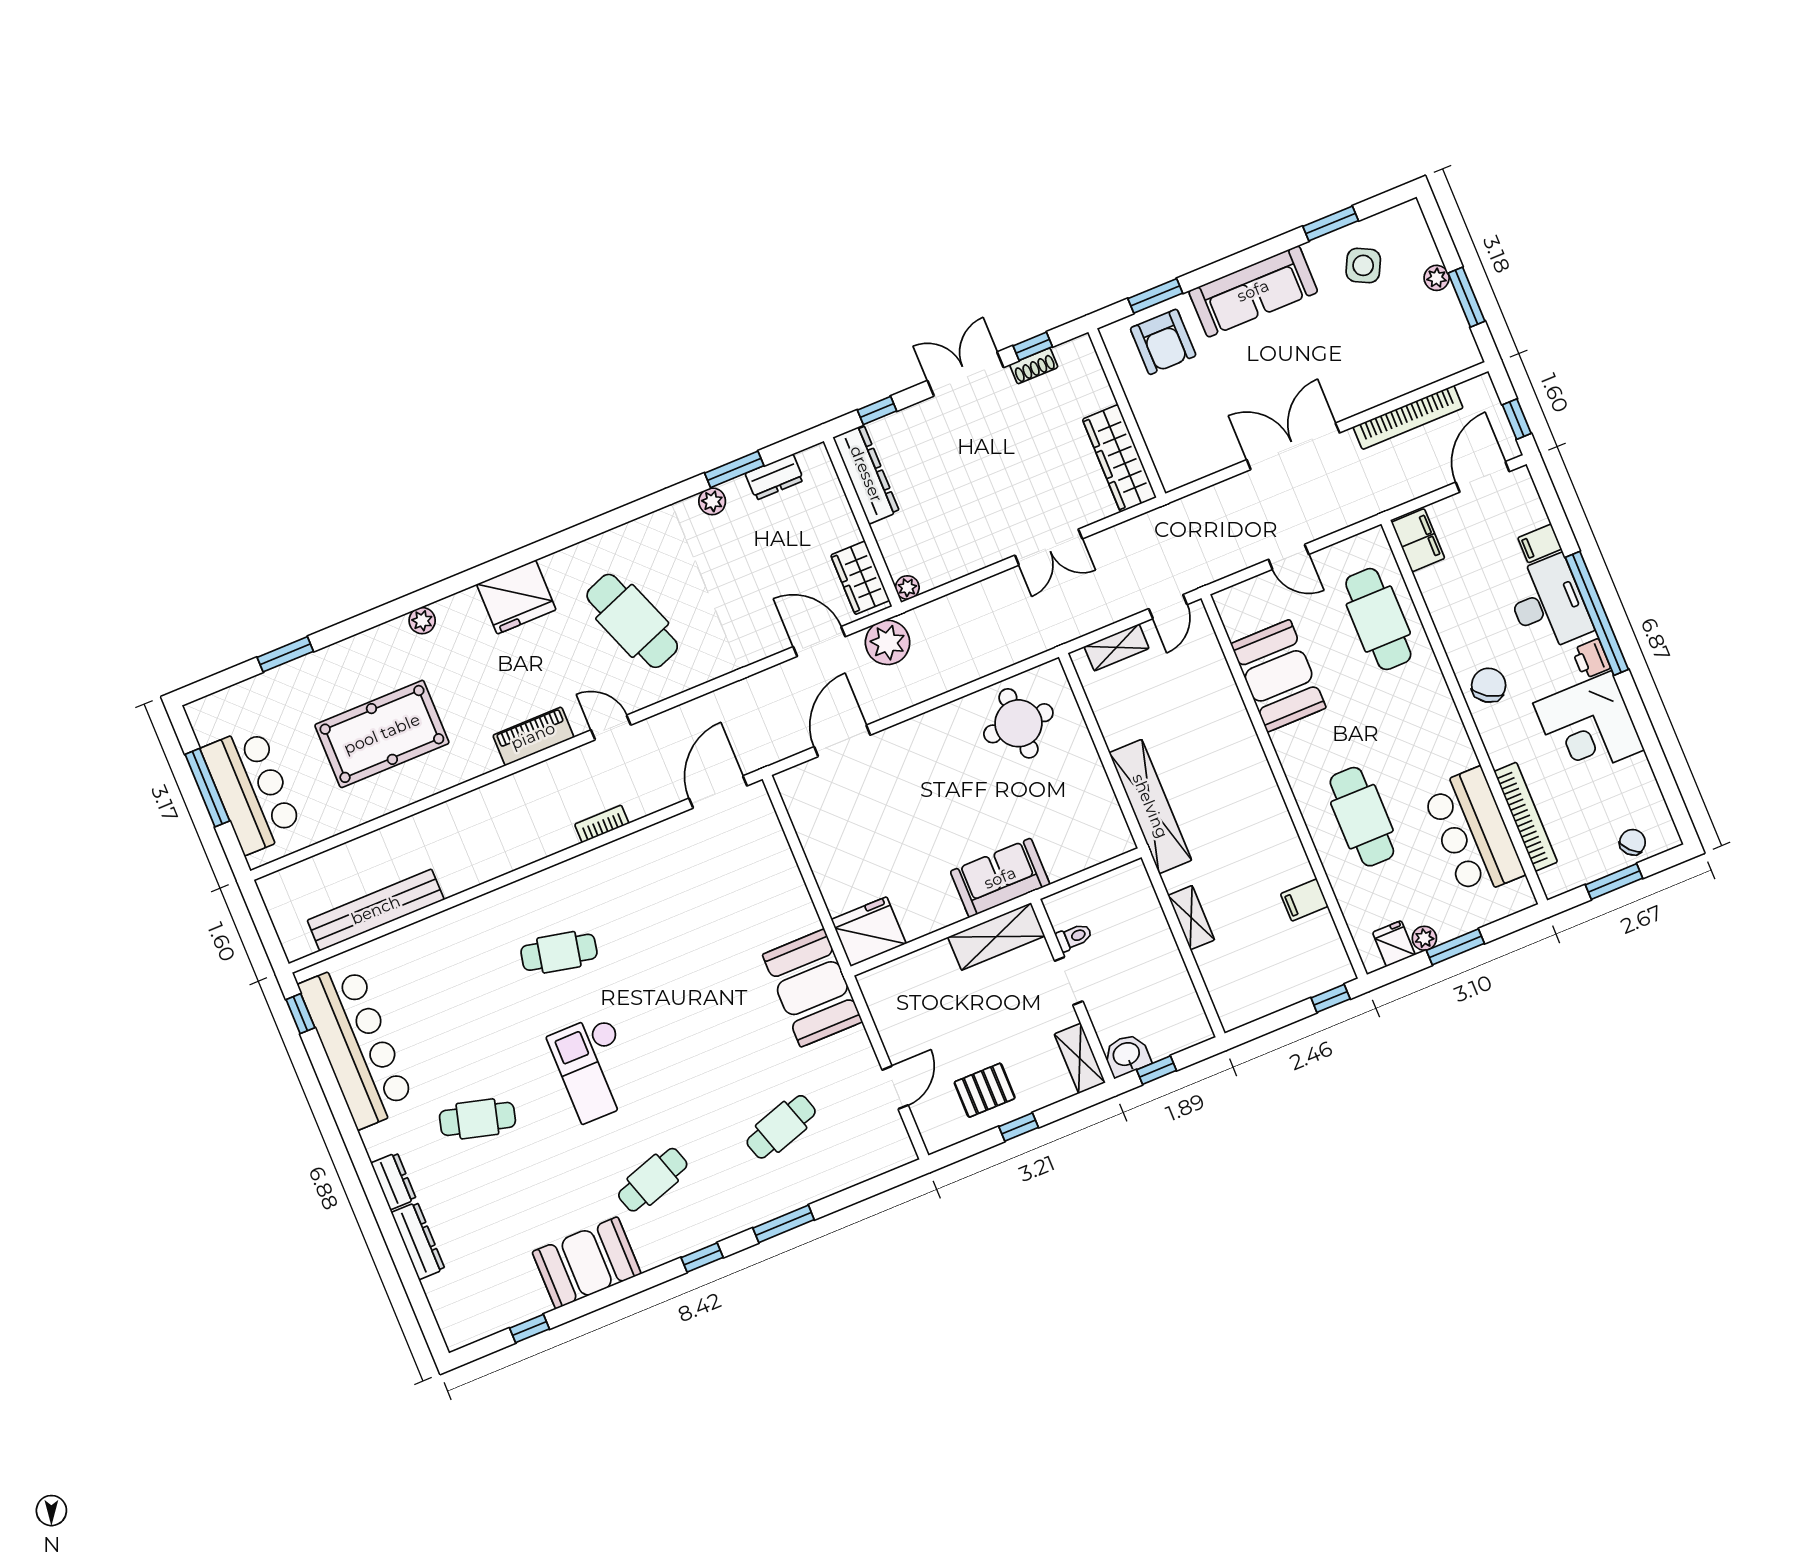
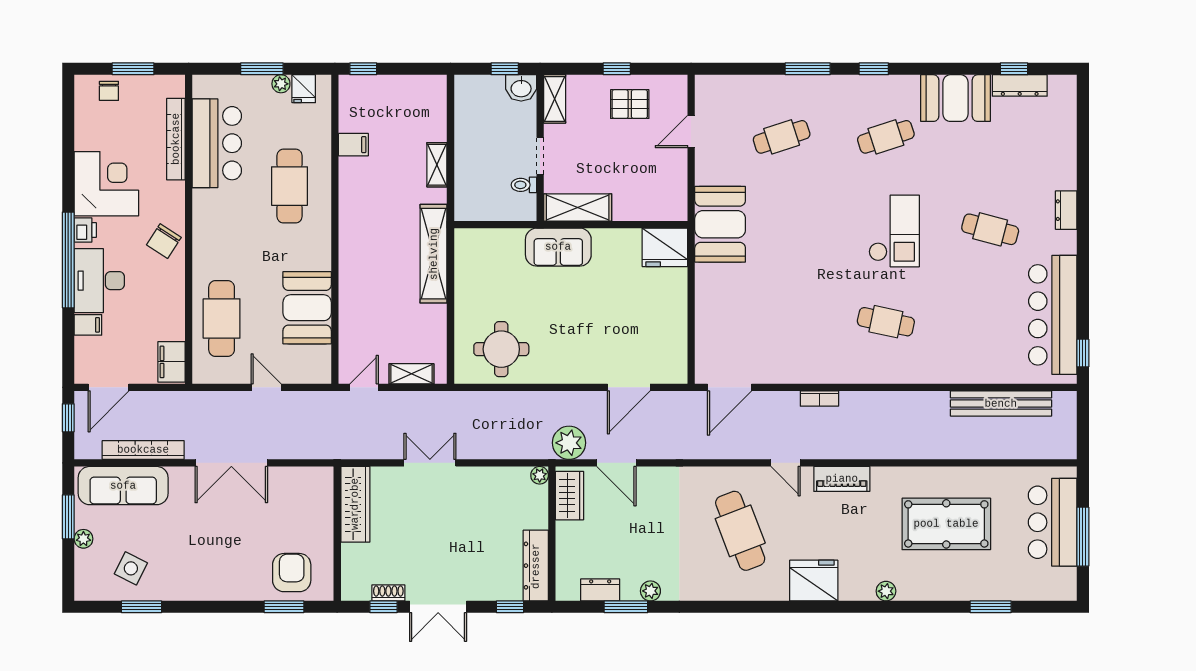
sofa: (1253, 291) -> (123, 486), moved, turned 180
chair: (1633, 842) -> (109, 91), turned -46
dresser: (418, 1241) -> (1020, 85), moved, turned -90

